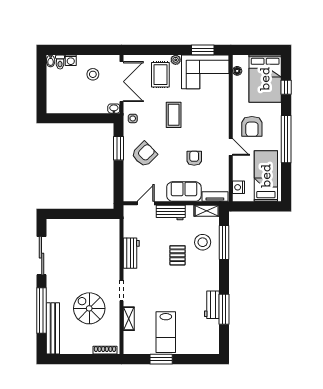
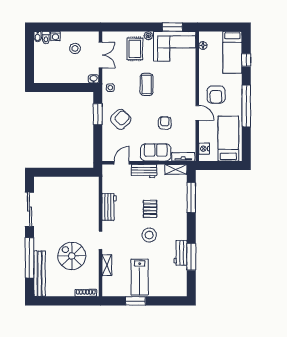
bed: (265, 79) -> (232, 52), width x0.67
double door: (122, 82) -> (100, 55), width x0.73
stool: (203, 242) -> (149, 235), moved

